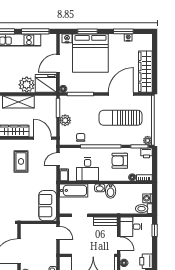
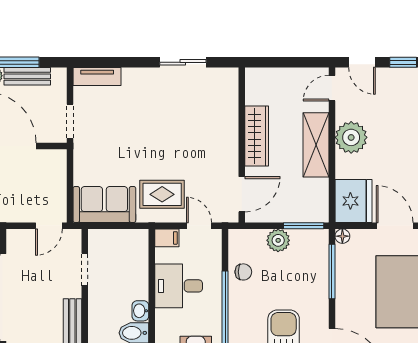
plant: (27, 85) -> (351, 137), moved
rug: (21, 161) -> (162, 194), moved
bathtub: (74, 190) -> (135, 257), removed

